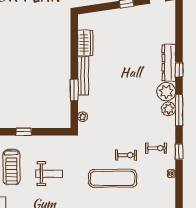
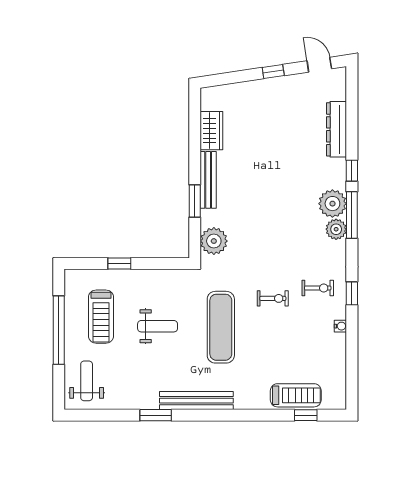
dresser: (169, 63) -> (336, 129), moved
window: (179, 110) -> (352, 215), moved
plant: (83, 117) -> (214, 241), width x1.88, depth x1.88
exercise mat: (113, 178) -> (221, 327), moved, turned 90

